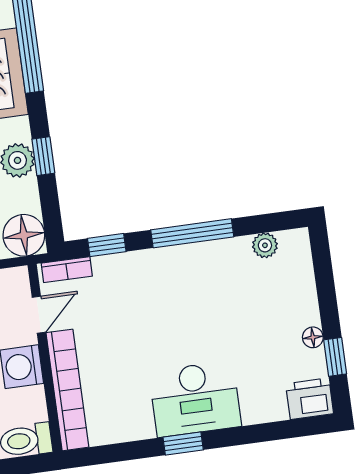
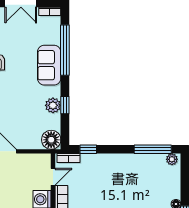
window: (192, 233) -> (153, 149), moved
plant: (265, 245) -> (172, 159), moved

